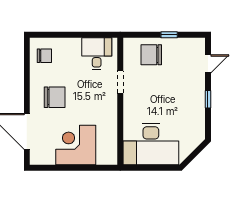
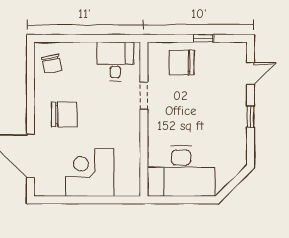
chair: (44, 56) -> (52, 64), turned 79

